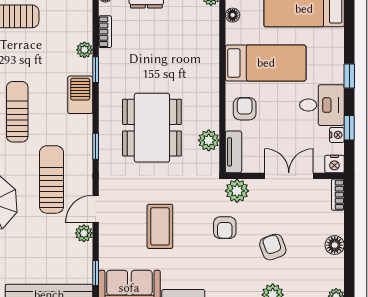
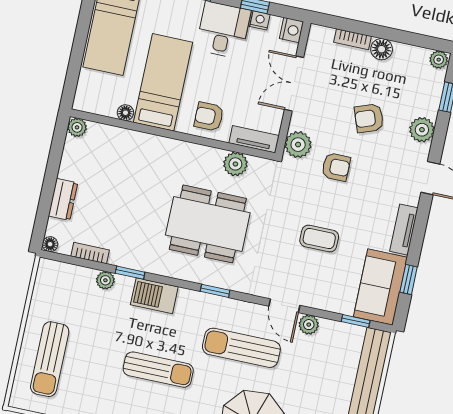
floor lamp: (233, 15) -> (125, 113), moved
sun lounger: (17, 112) -> (158, 370), turned 180
bookcase: (338, 195) -> (353, 39), moved
coffee table: (160, 226) -> (319, 239), width x0.73, depth x0.77

